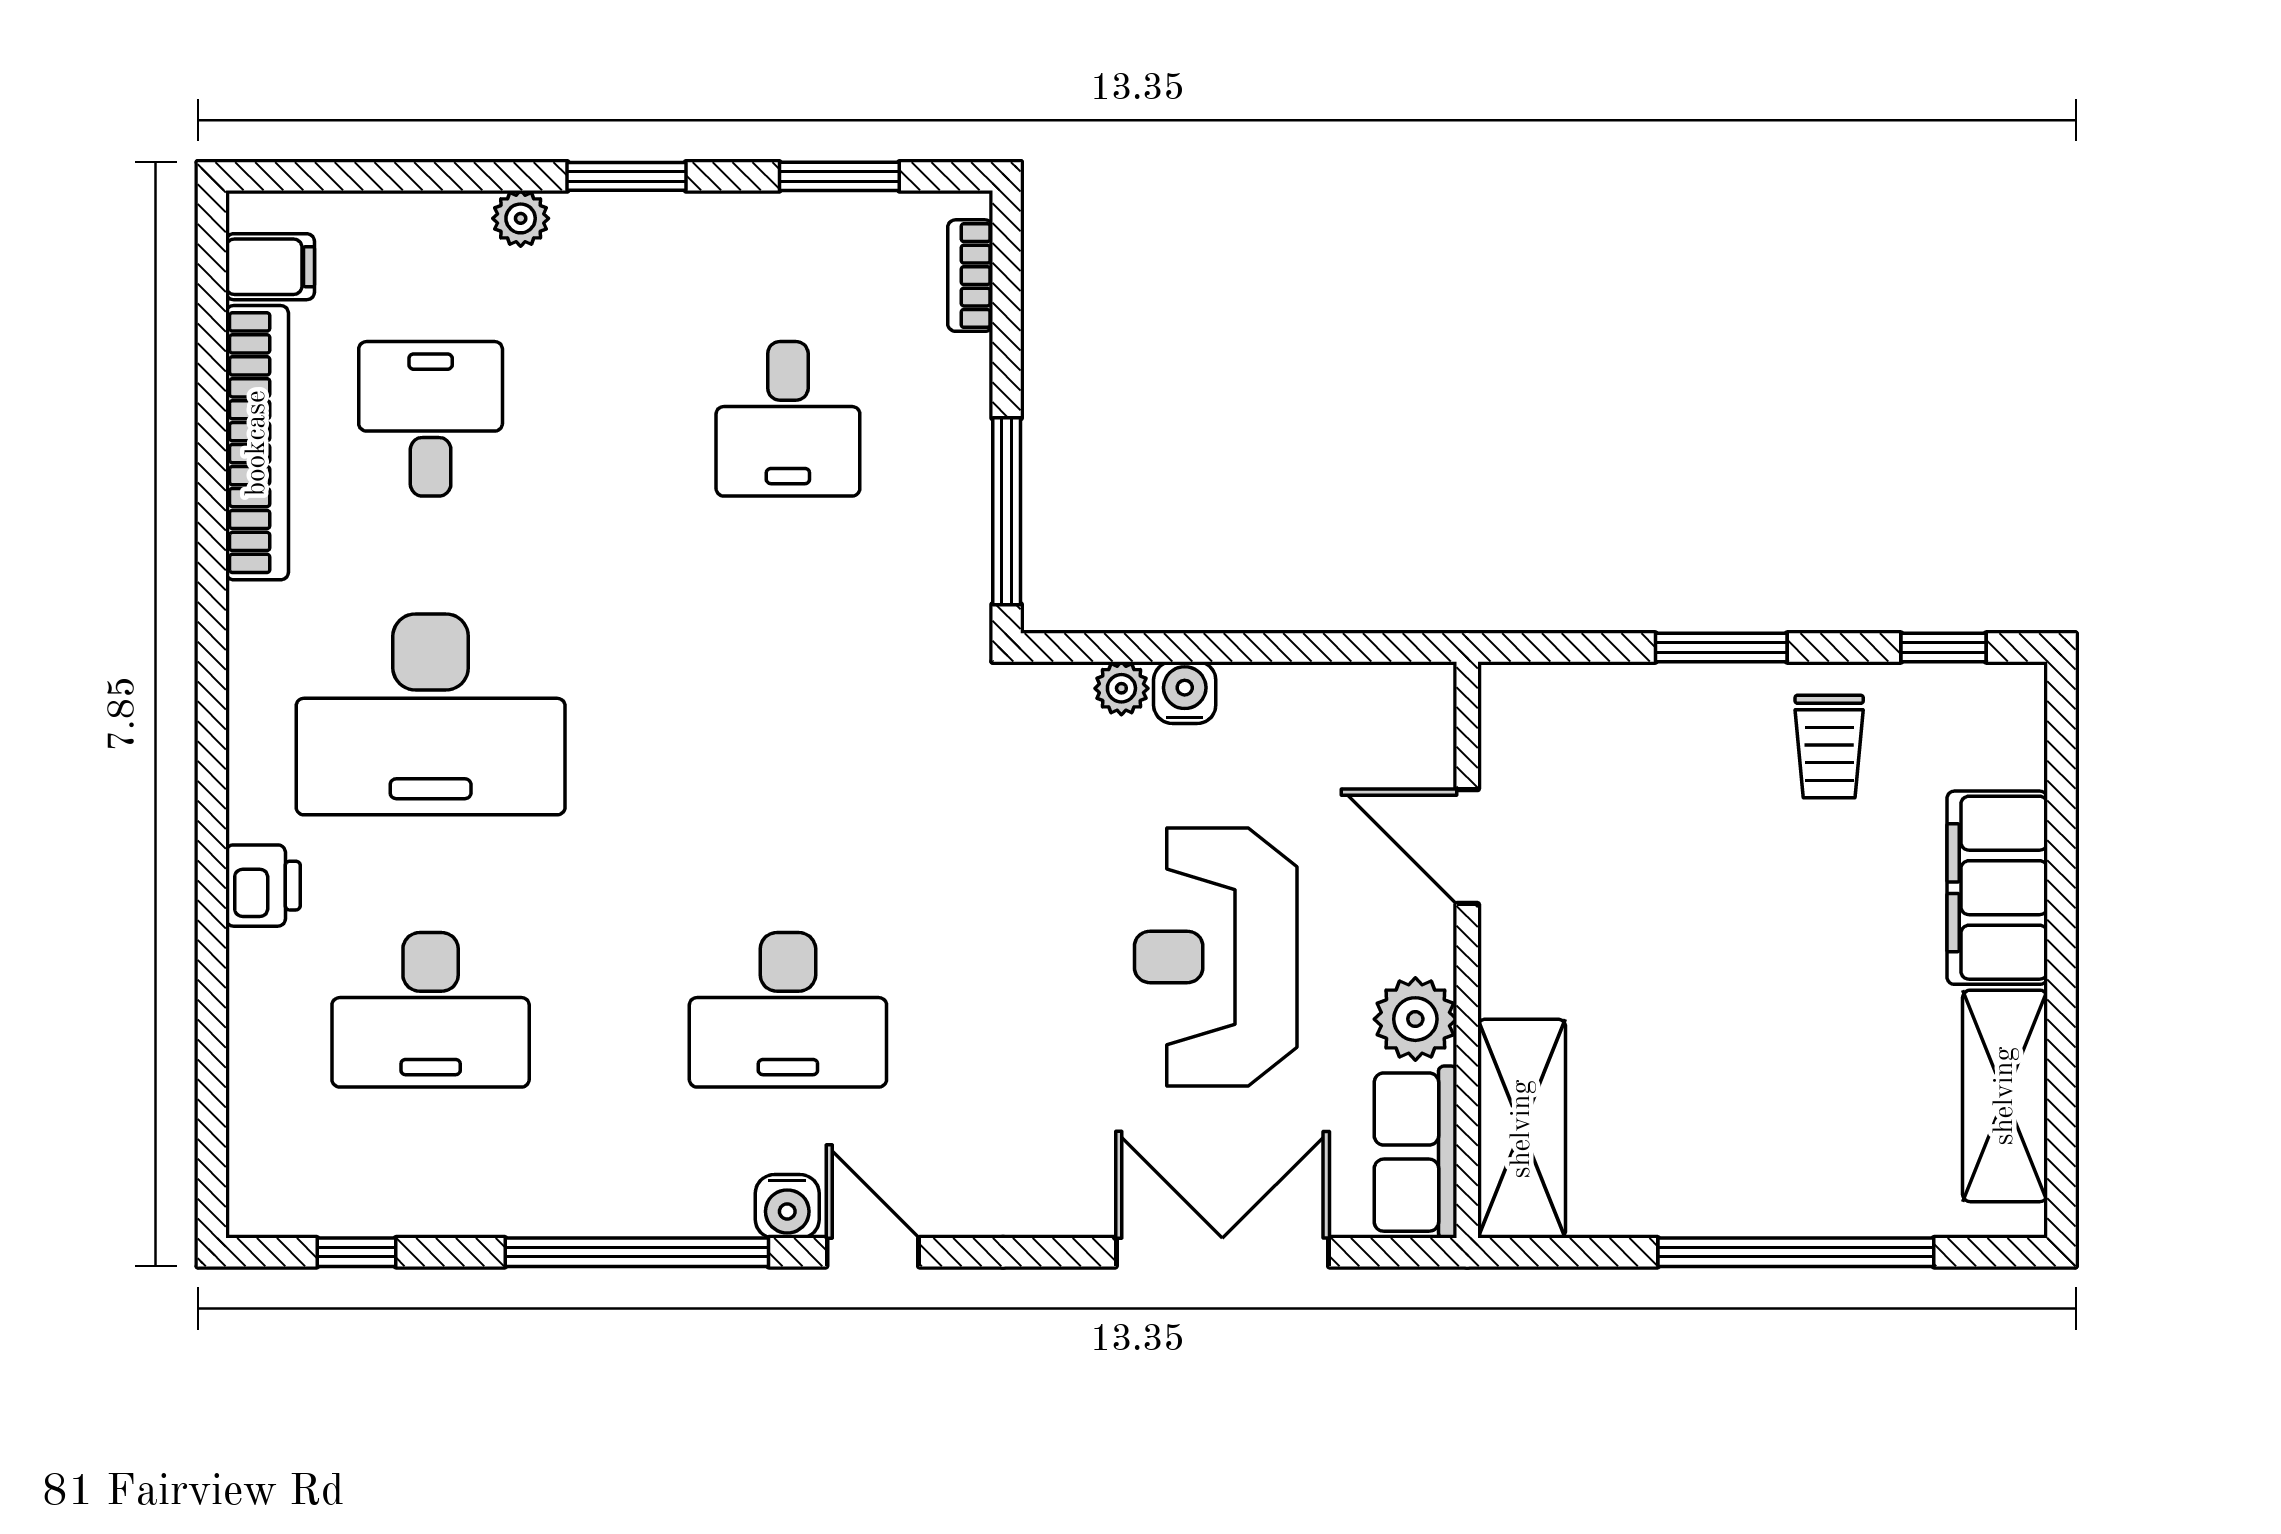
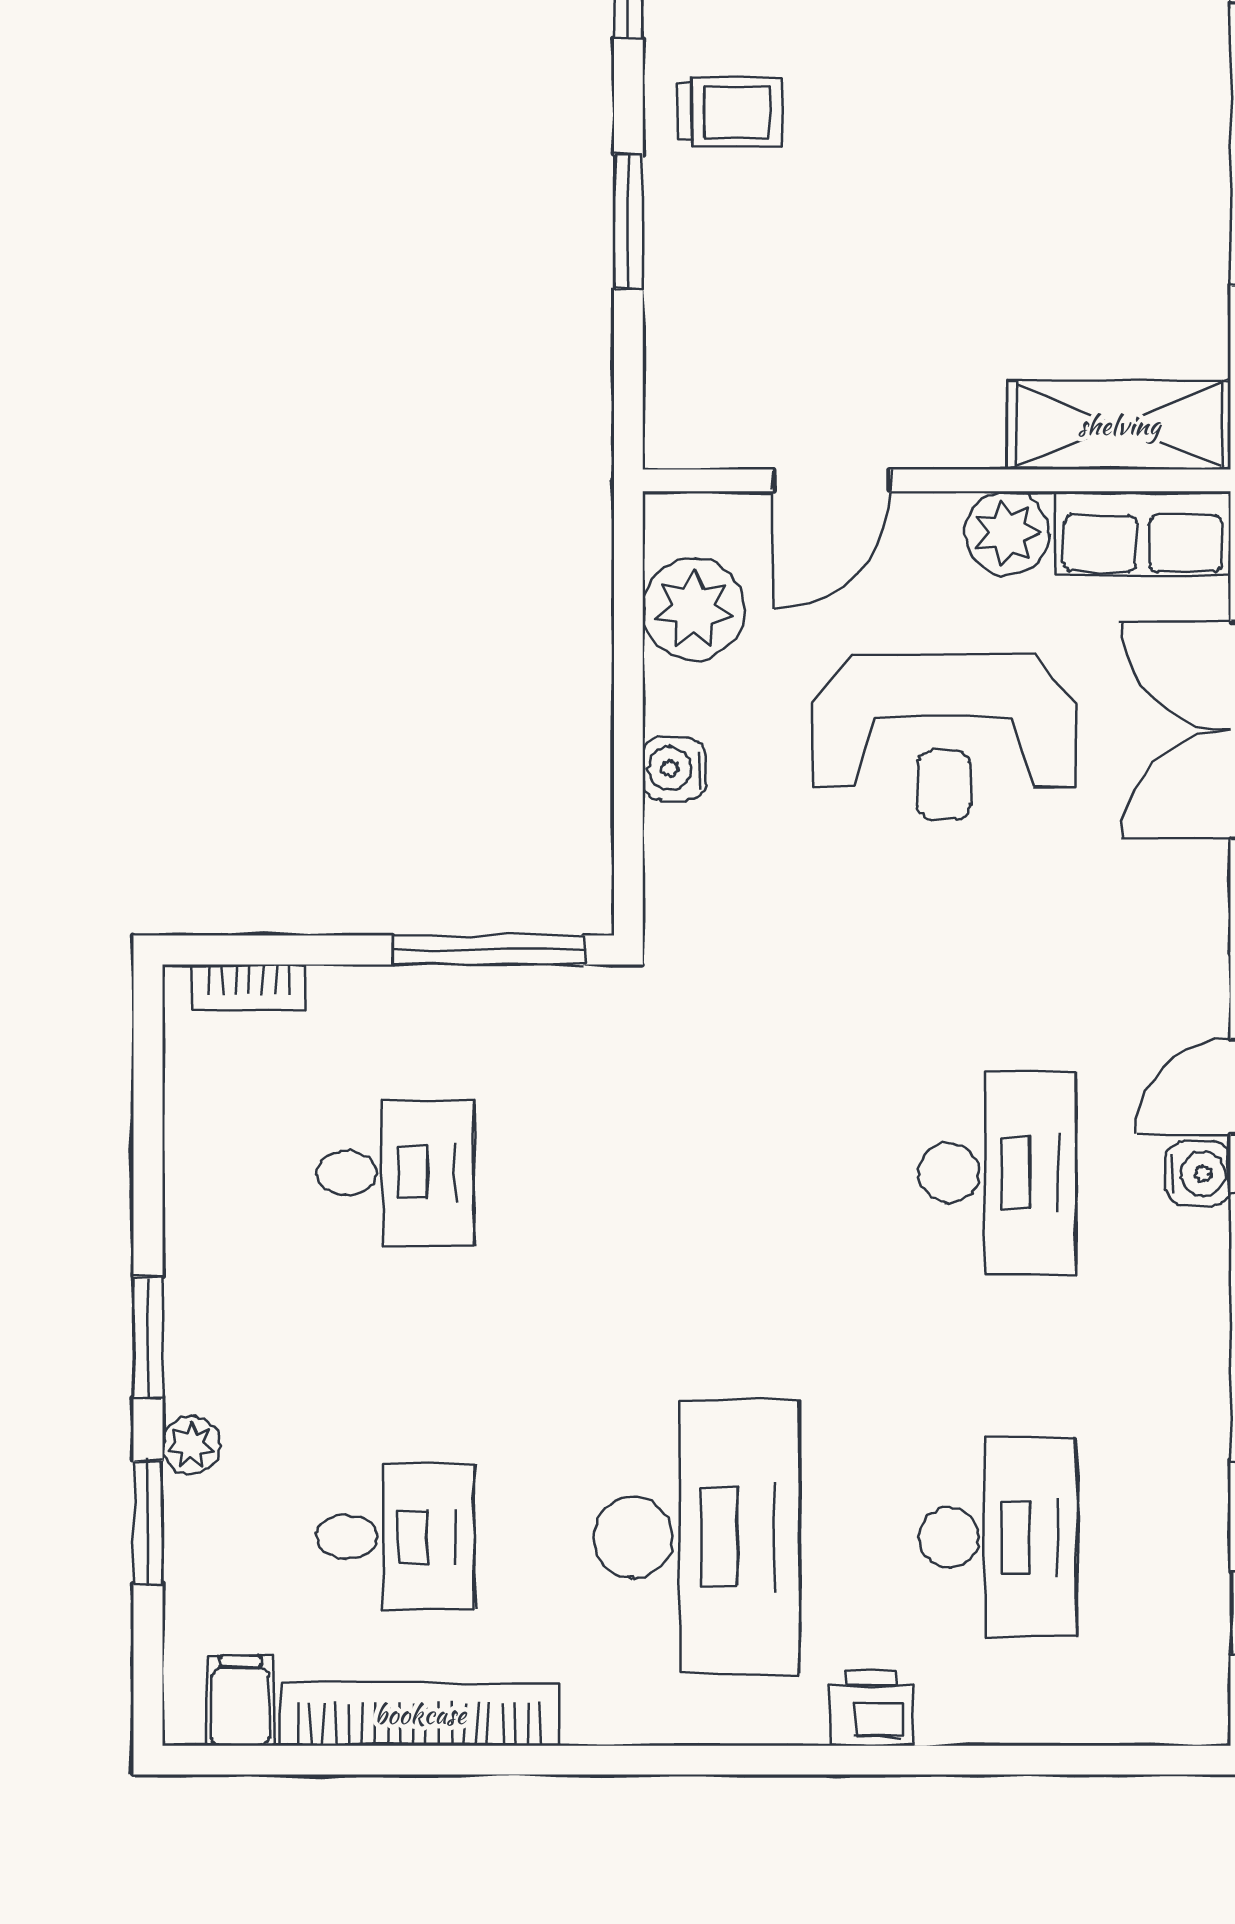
window: (839, 176) -> (148, 1522), moved
desk: (431, 419) -> (395, 1537), turned 180
plant: (1121, 688) -> (694, 609), moved, width x1.88, depth x1.88

